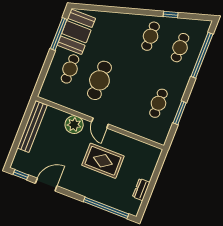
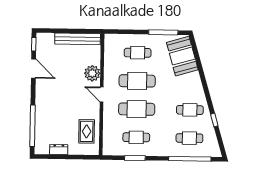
booth: (76, 32) -> (182, 56), moved, turned 74
cafe table: (129, 92) -> (137, 109), added
door: (100, 123) -> (102, 94), hinge flipped
rug: (103, 161) -> (87, 131), moved, width x0.73, depth x0.70

